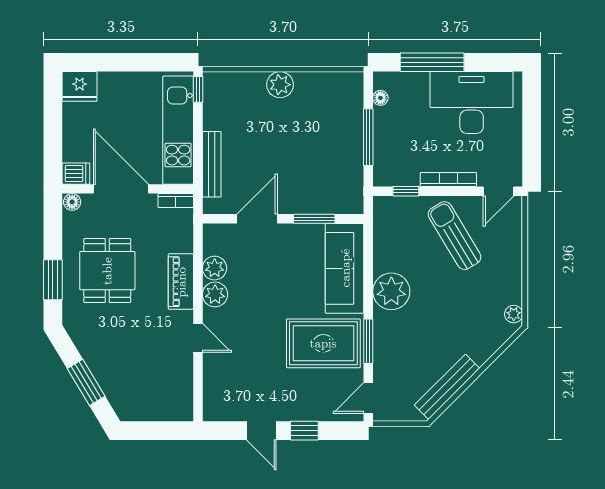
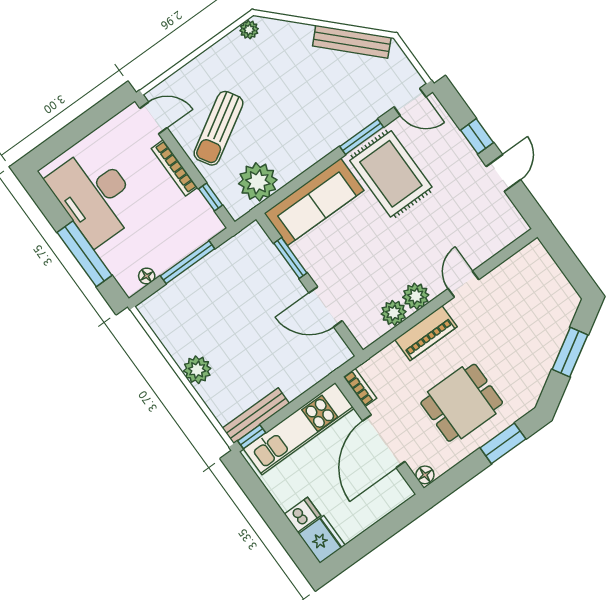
bench: (212, 164) -> (256, 416), moved
dishwasher: (76, 174) -> (303, 515), moved, turned 90
plant: (391, 291) -> (258, 182), moved

